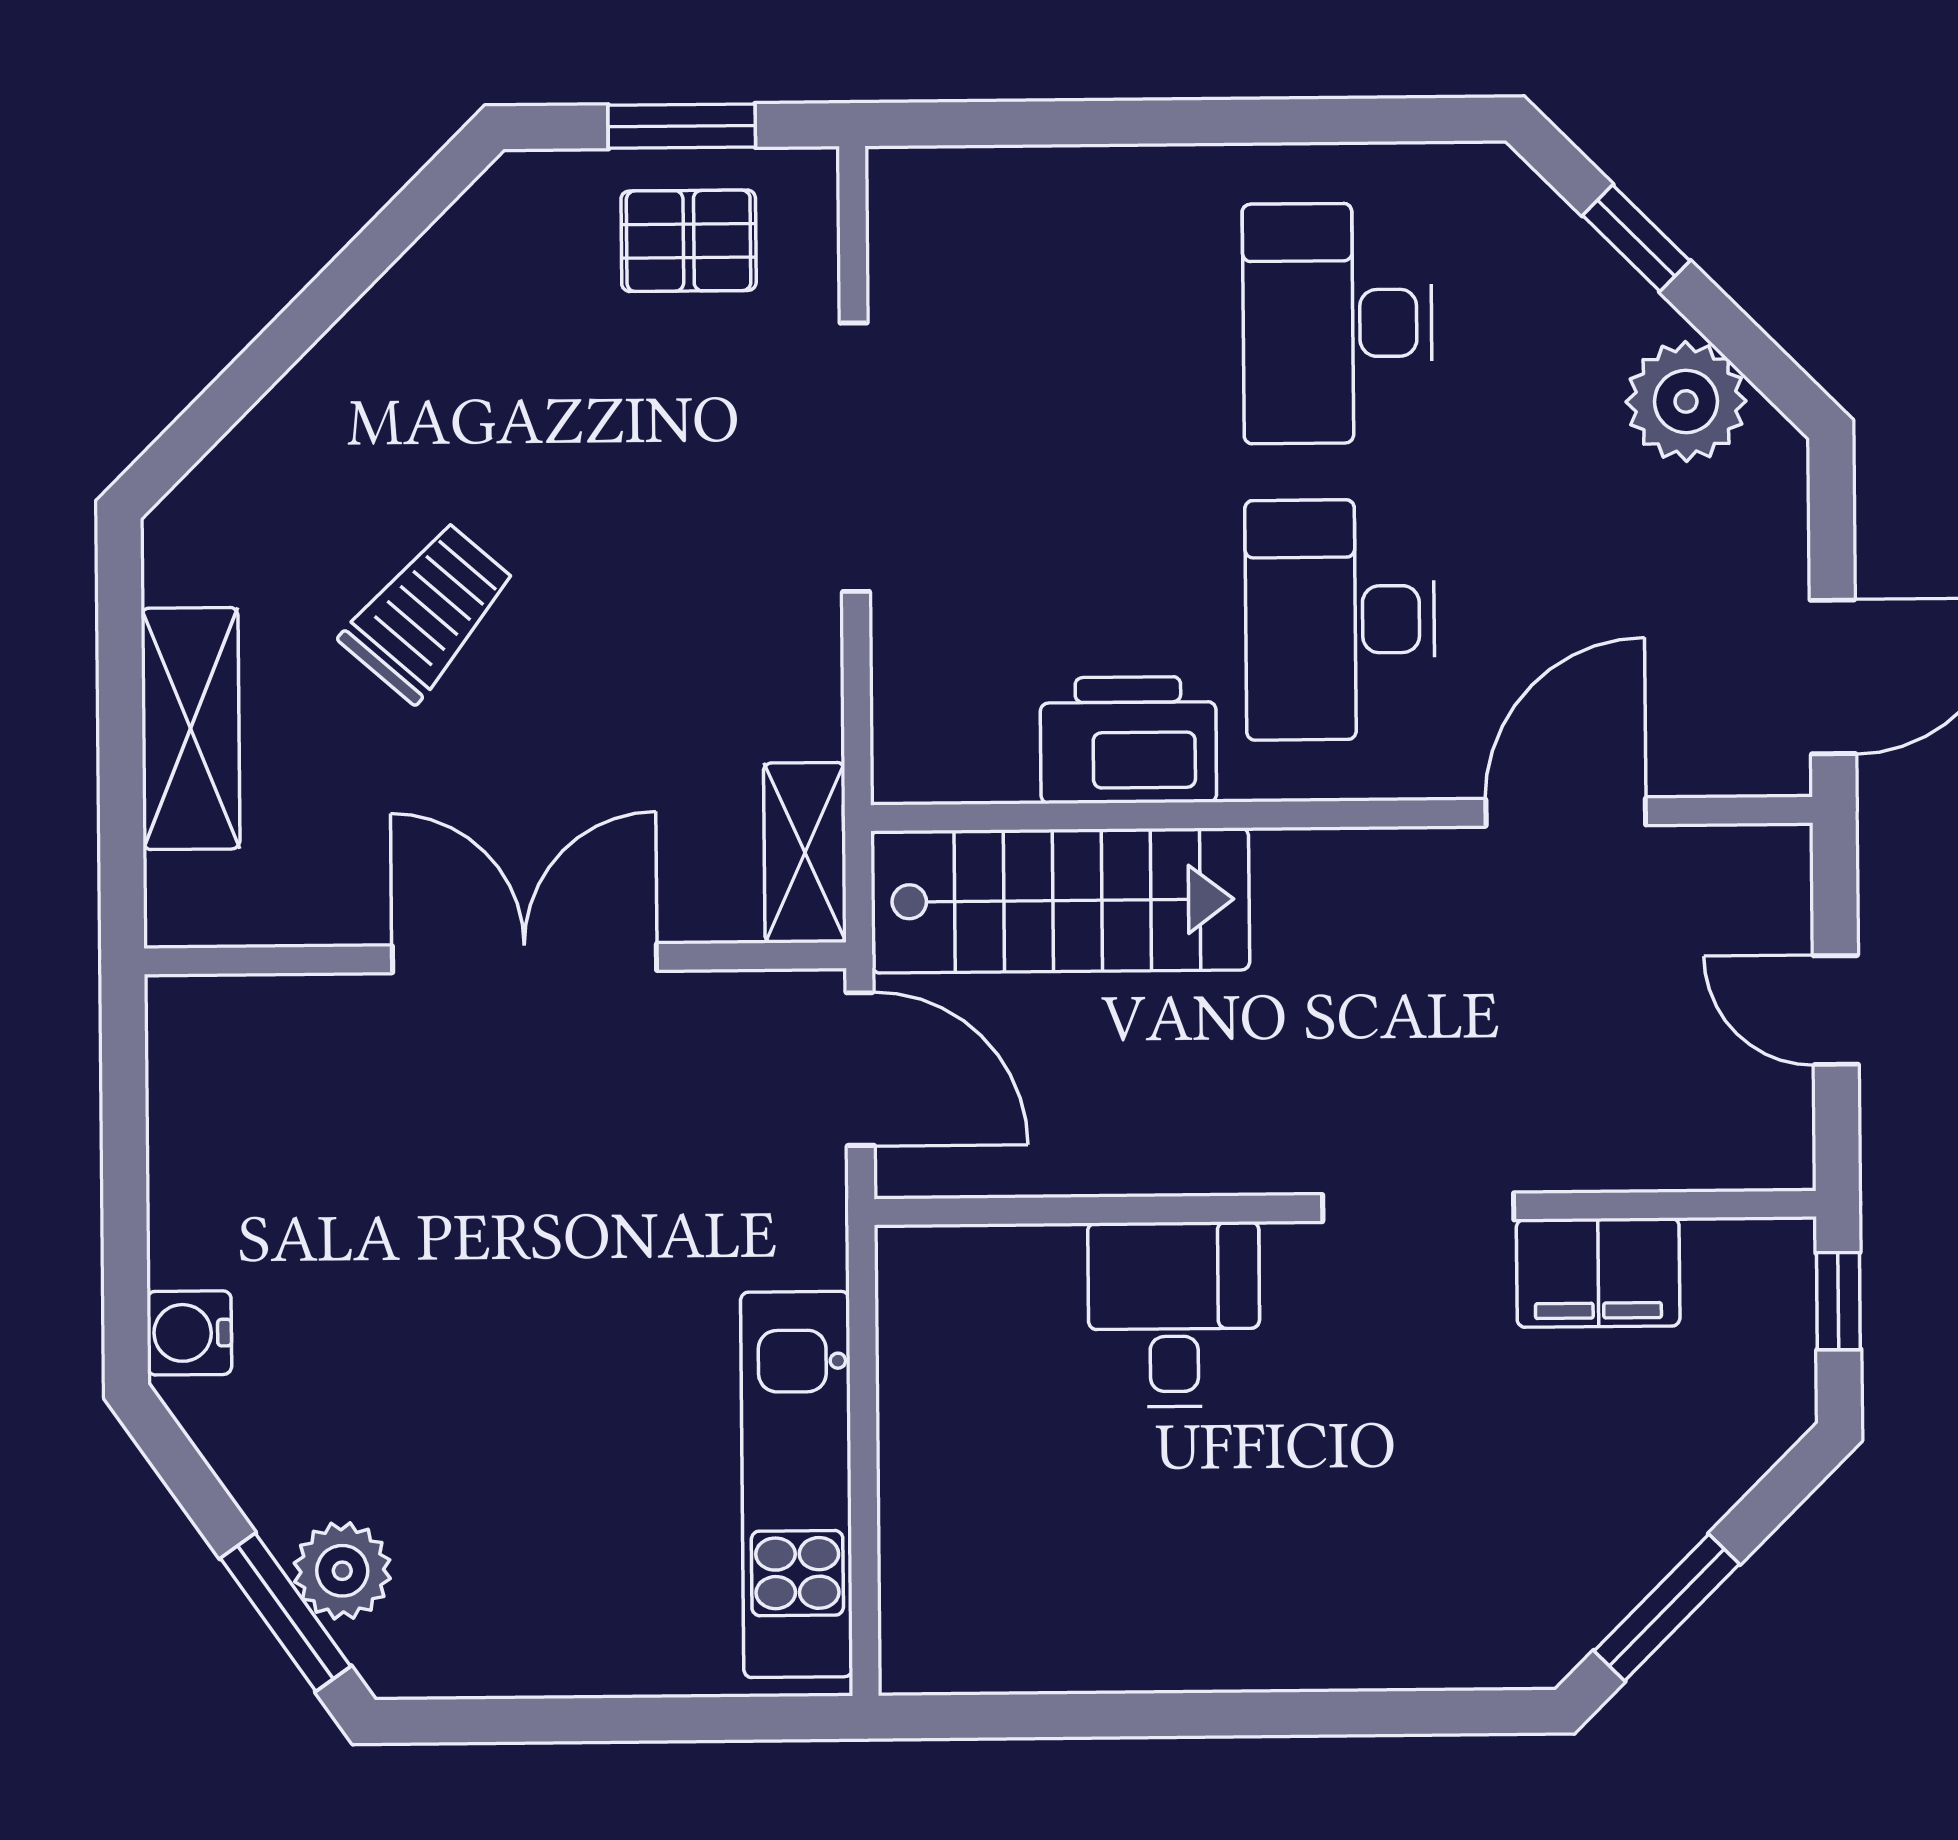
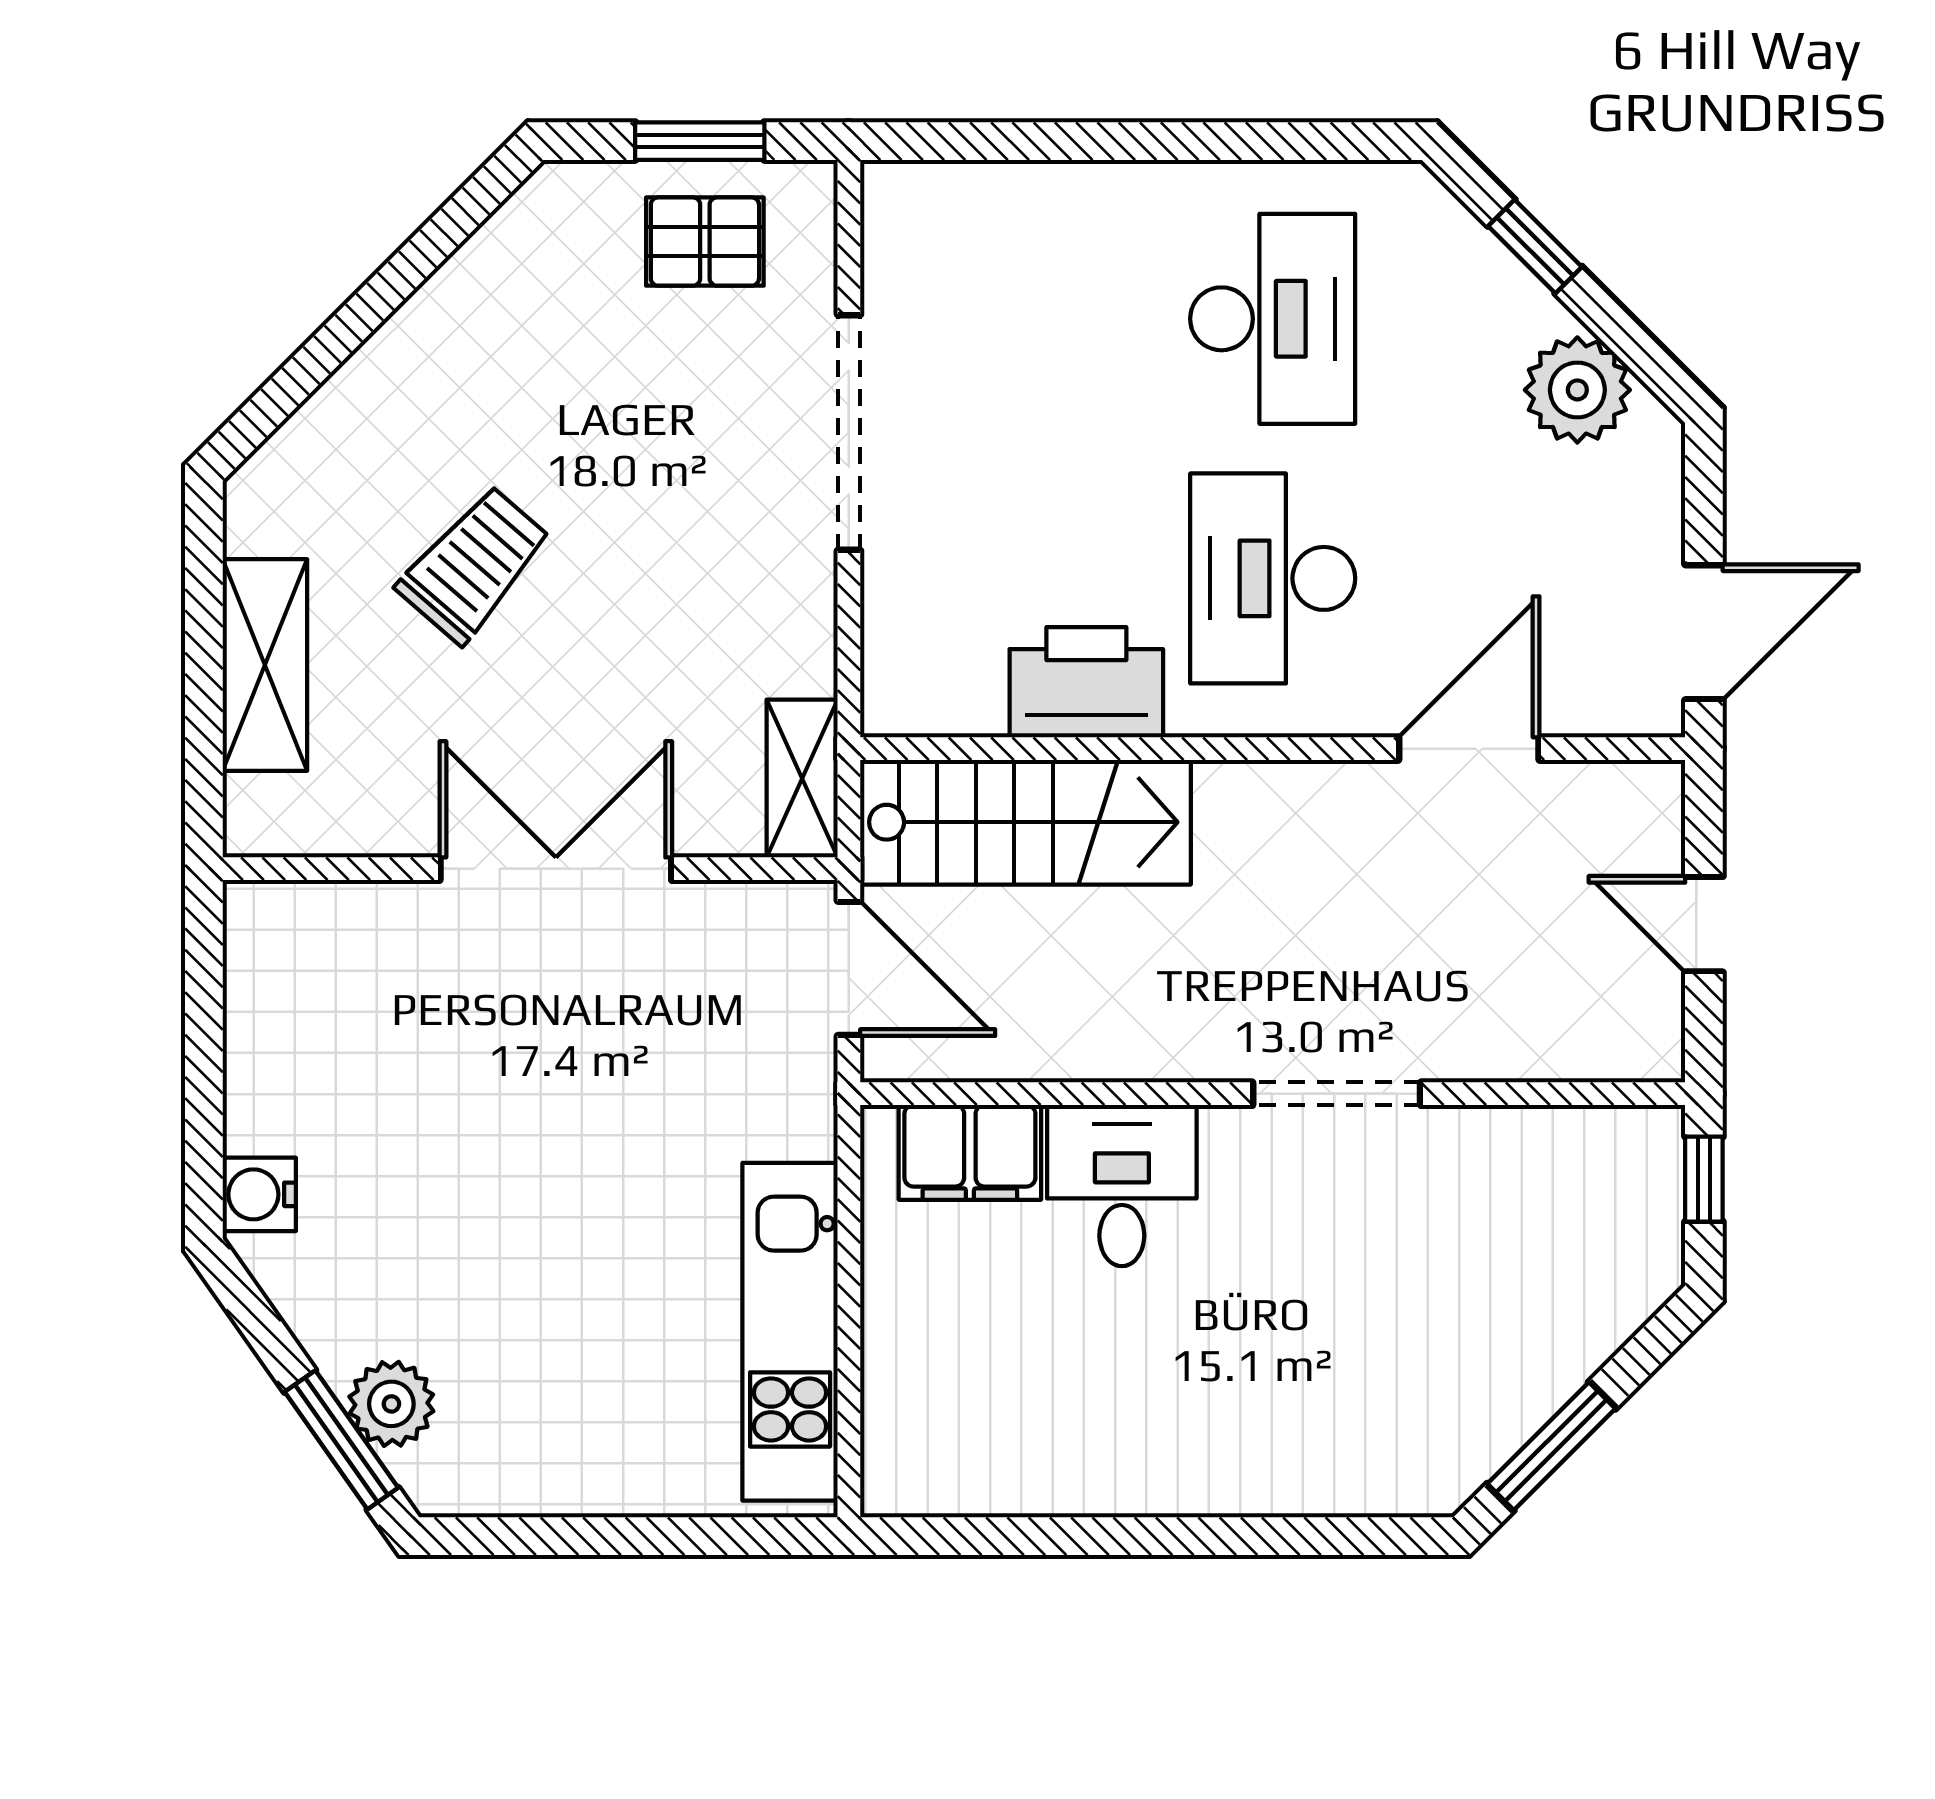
desk: (1337, 323) -> (1273, 319), turned 180
filing cabinet: (1598, 1273) -> (970, 1152), moved

